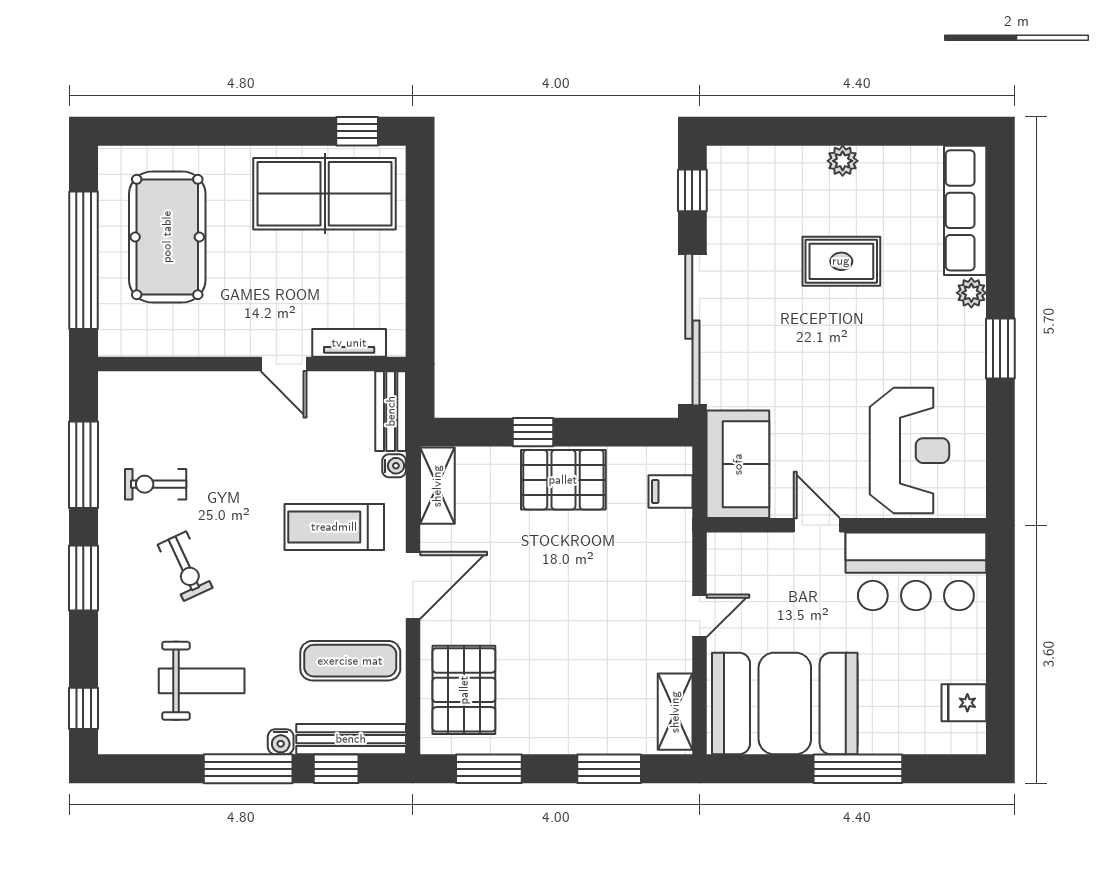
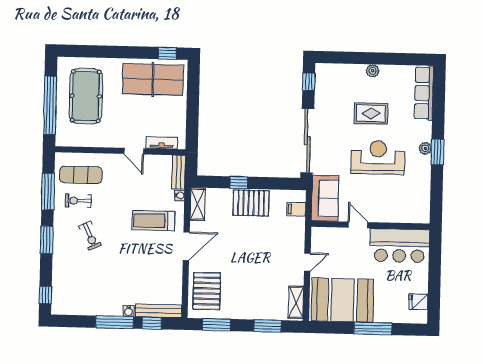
plant: (971, 293) -> (425, 148), moved
reception desk: (909, 451) -> (378, 158), moved, turned -90
exercise mat: (350, 661) -> (81, 175), moved
weight bench: (202, 681) -> (96, 284), removed

